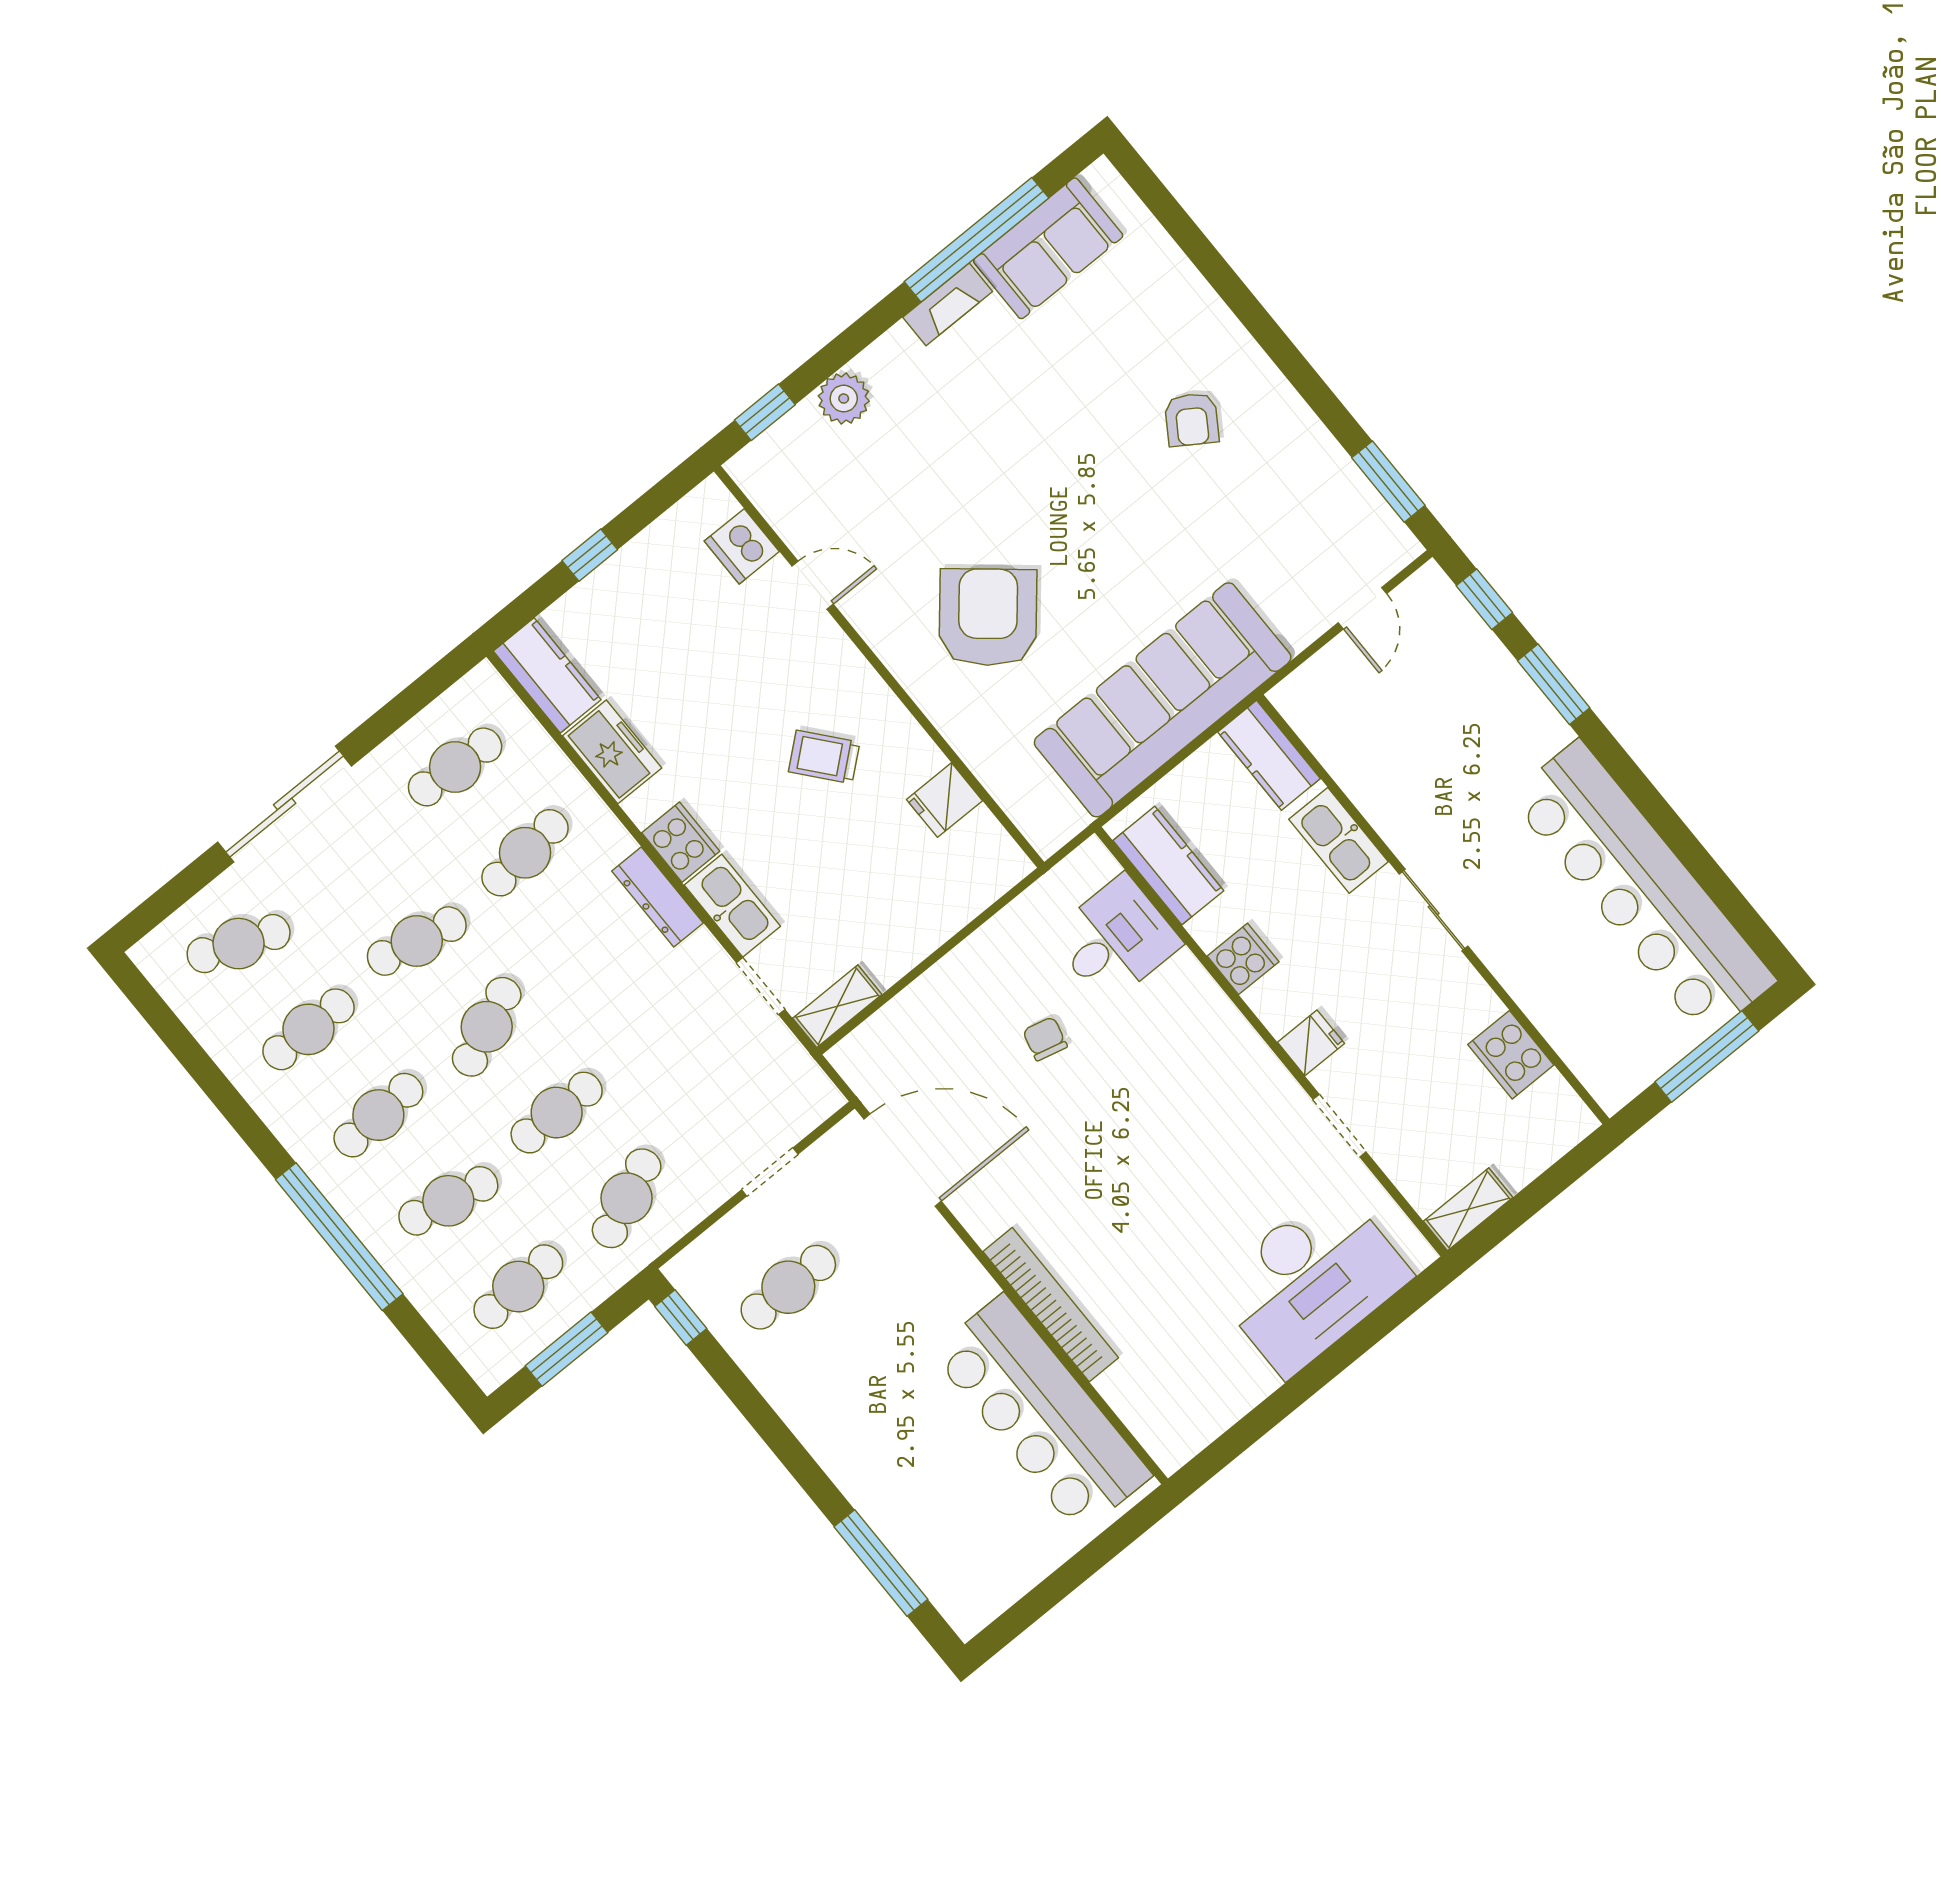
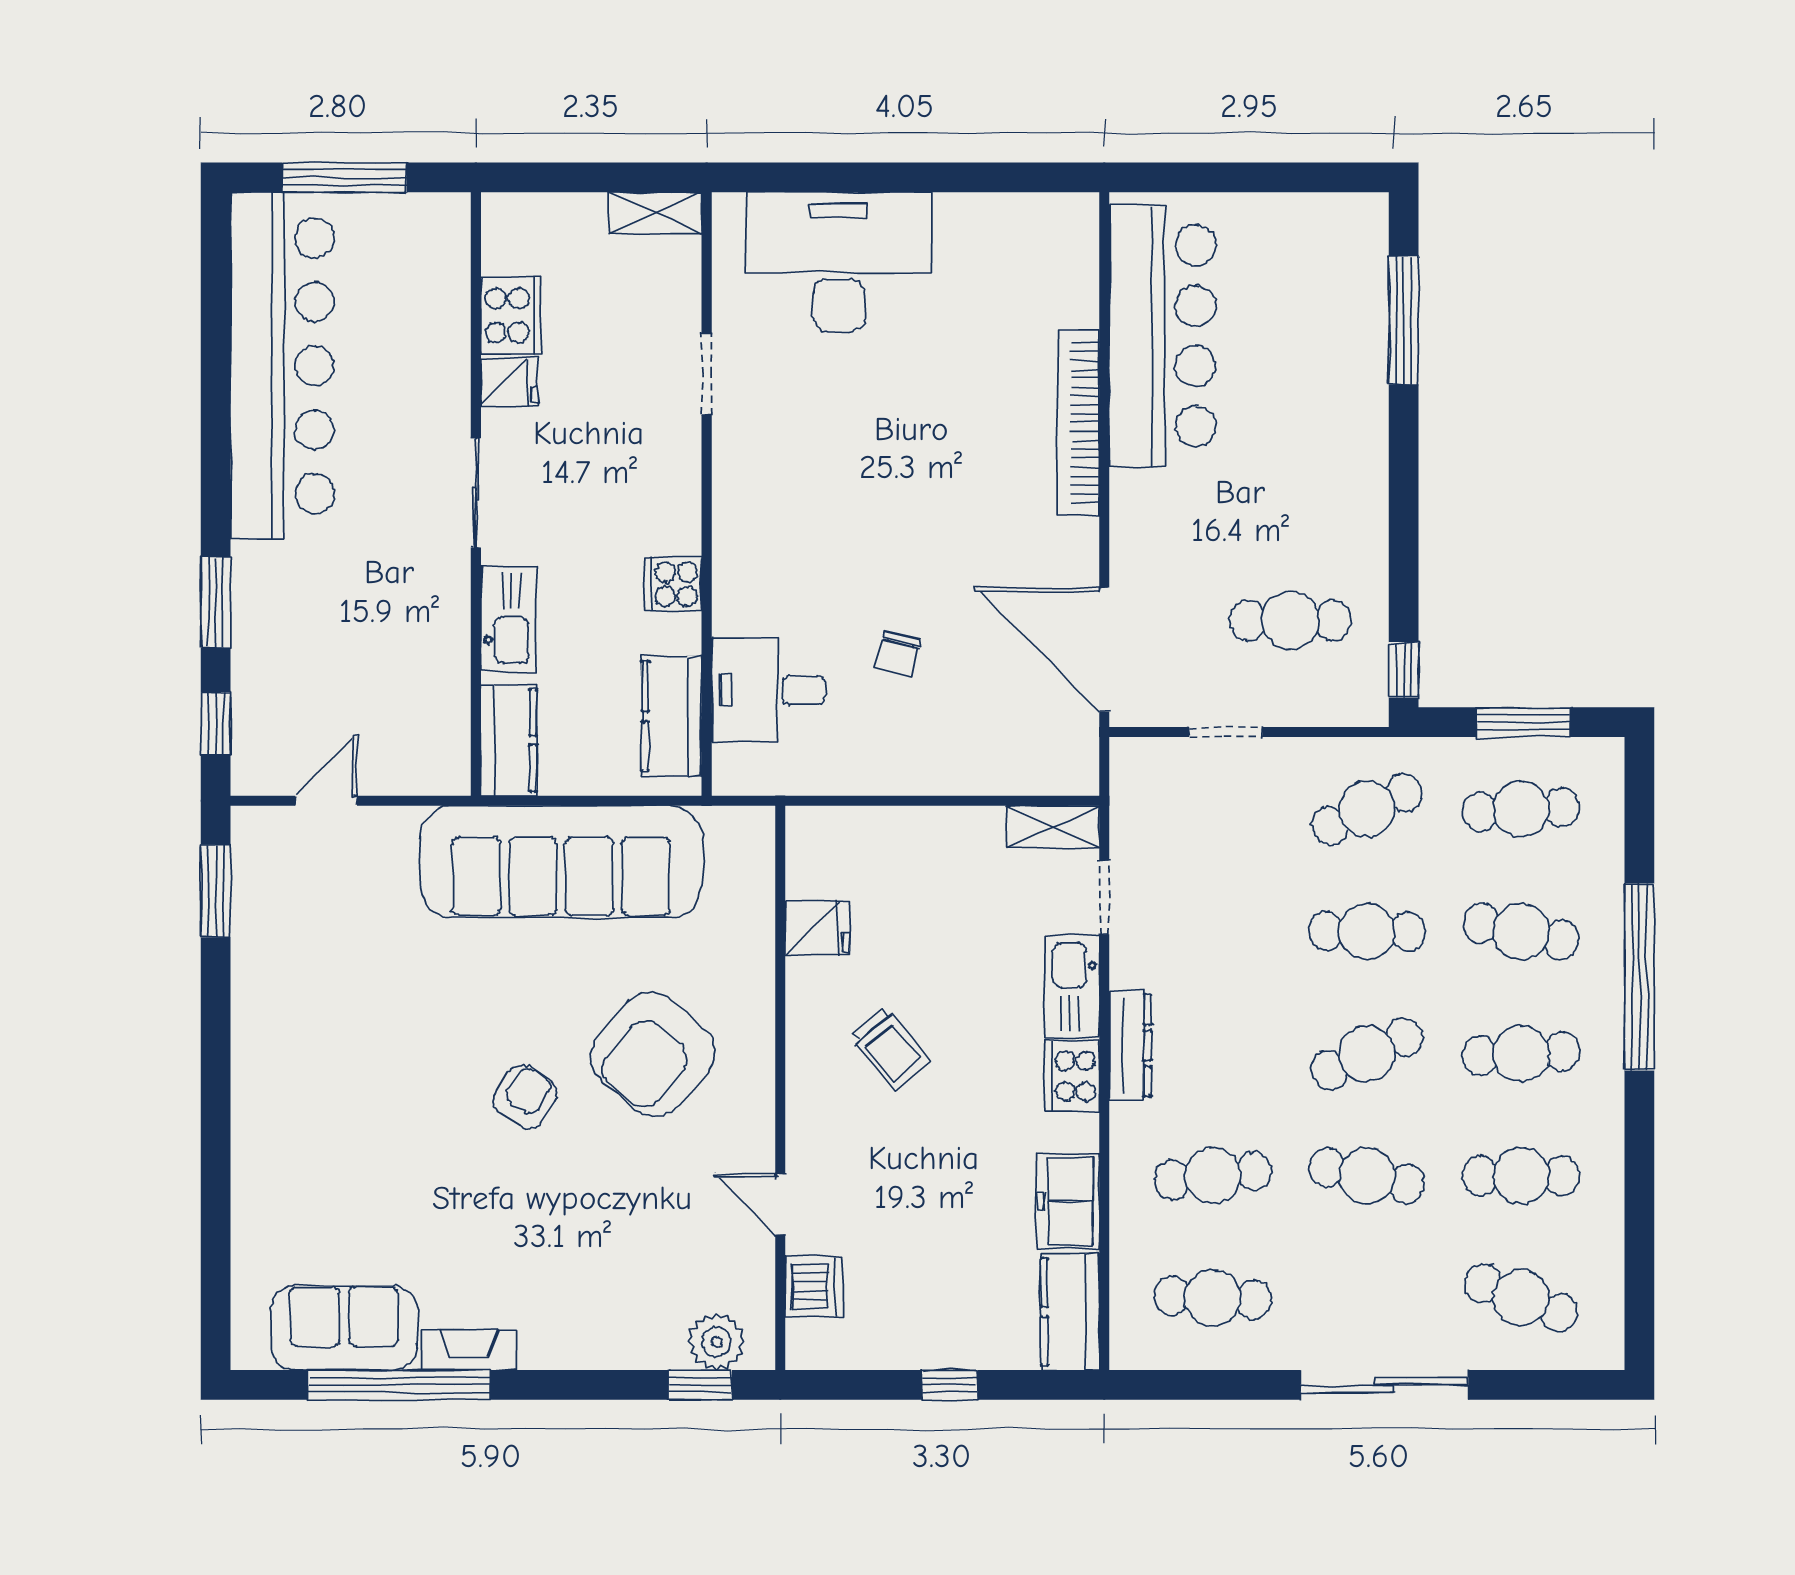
plant: (844, 399) -> (717, 1342), moved
armchair: (1192, 420) -> (525, 1097), moved
fridge: (1311, 1043) -> (509, 382), moved, turned 180

